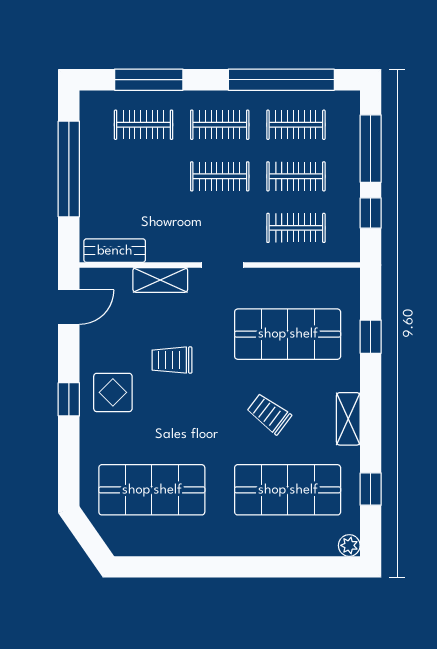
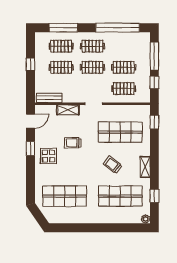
clothes rail: (296, 125) -> (61, 67), moved
window: (69, 169) -> (30, 64), width x0.32
window: (371, 337) -> (154, 122), moved
window: (69, 399) -> (30, 149), moved

